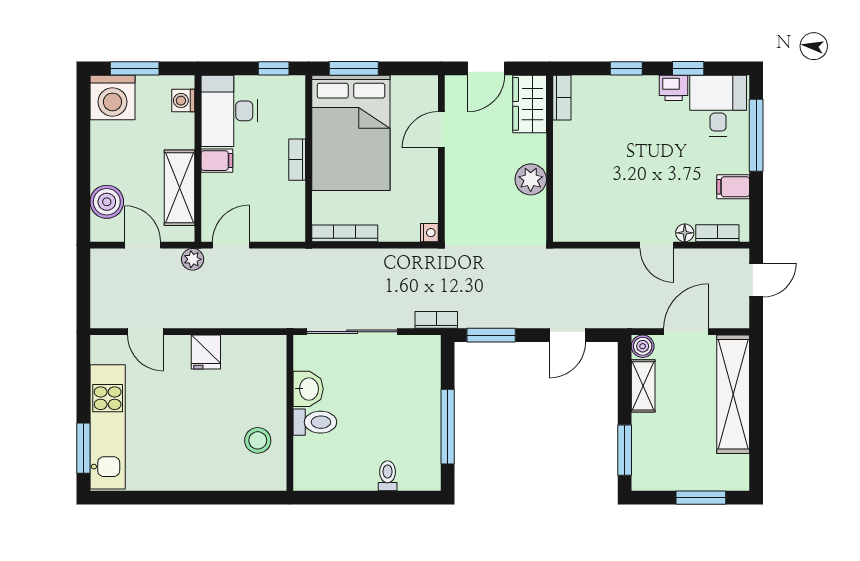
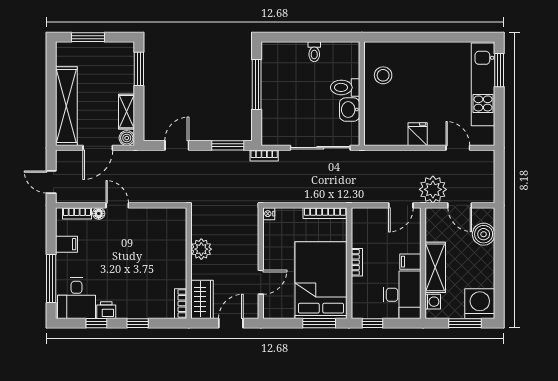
shelving: (179, 188) -> (435, 267), moved
plant: (193, 259) -> (433, 189), width x1.87, depth x1.87
door: (756, 280) -> (51, 182), hinge flipped
toilet: (388, 476) -> (314, 52), moved

